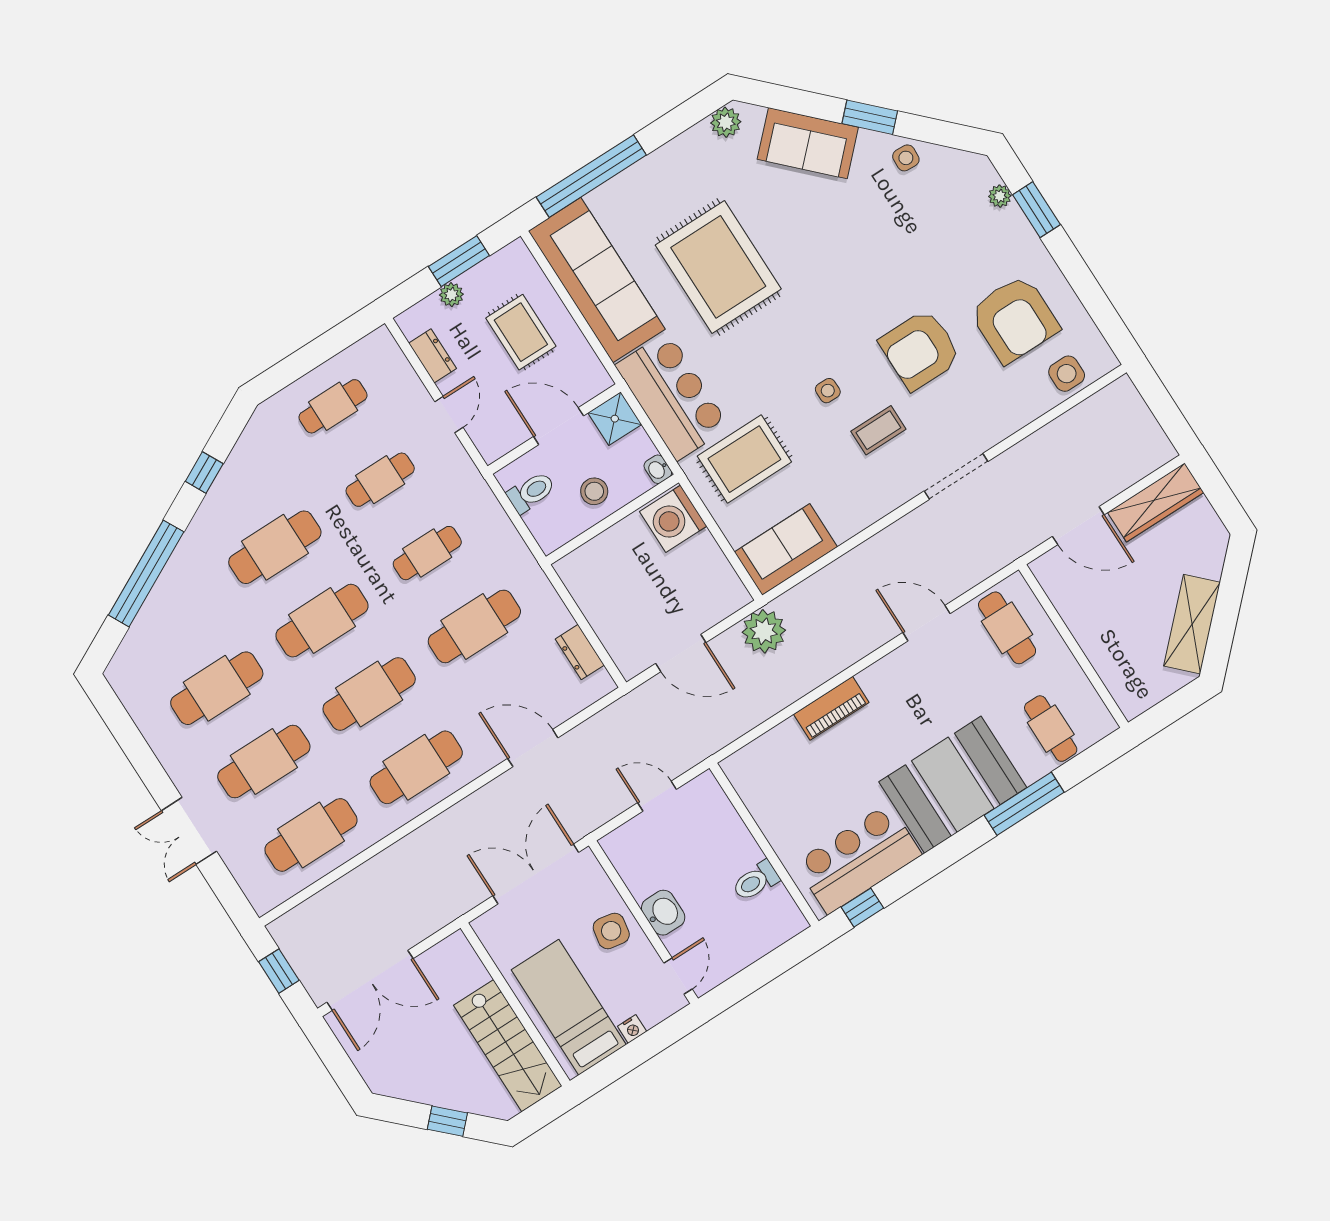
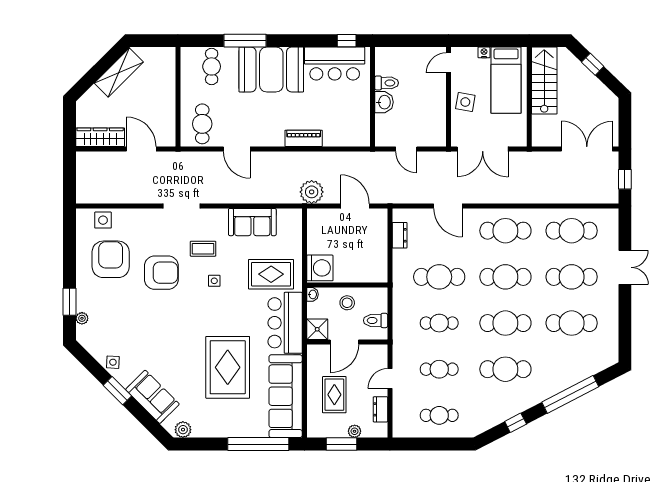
door: (559, 426) -> (344, 342), hinge flipped
sofa: (786, 549) -> (252, 222), moved
washbasin: (663, 913) -> (384, 102), moved, turned 180

